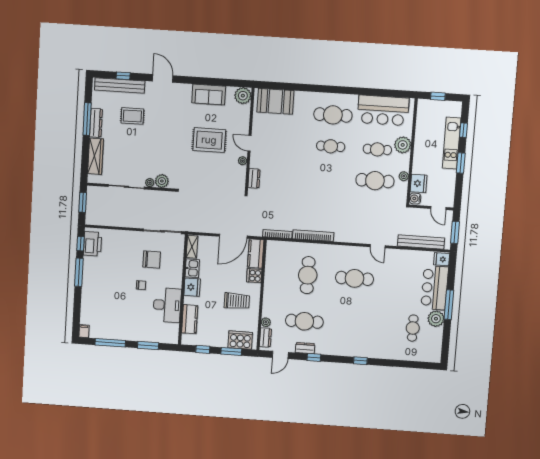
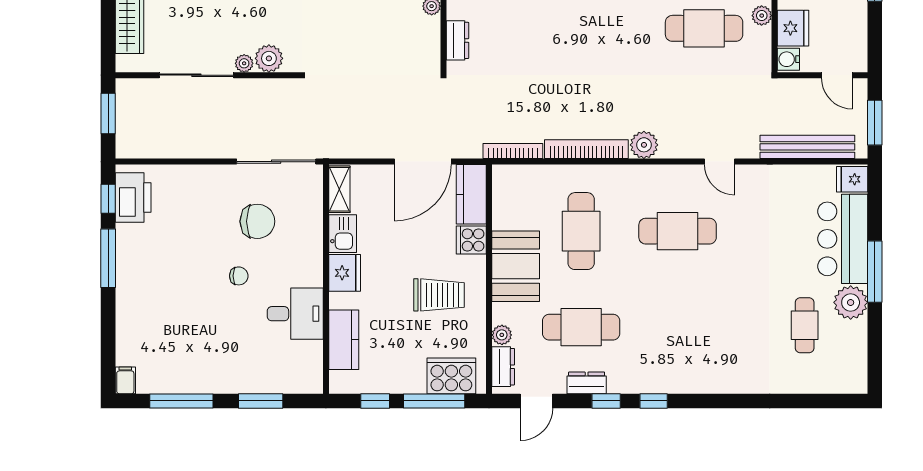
plant: (341, 235) -> (644, 145), added
booth: (275, 290) -> (516, 266), added
desk: (167, 305) -> (295, 314), width x0.73
window: (231, 351) -> (434, 401), width x1.44
window: (360, 361) -> (654, 401), moved

